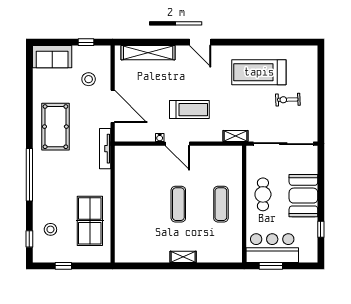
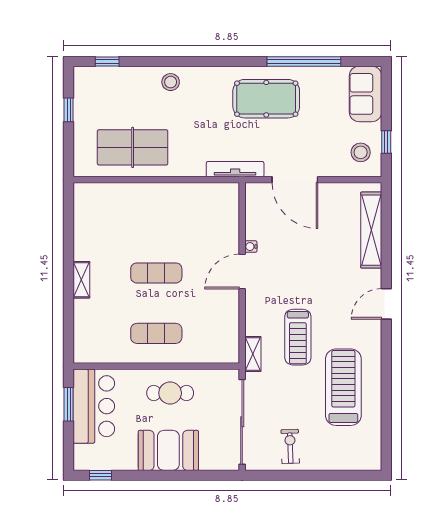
stool: (89, 79) -> (361, 152), moved
exercise bike: (288, 100) -> (290, 446), moved
door: (113, 106) -> (295, 180), hinge flipped
treadmill: (189, 110) -> (298, 337), moved
window: (29, 175) -> (304, 62), moved
stool: (50, 229) -> (171, 82), moved
window: (321, 229) -> (100, 475), moved

